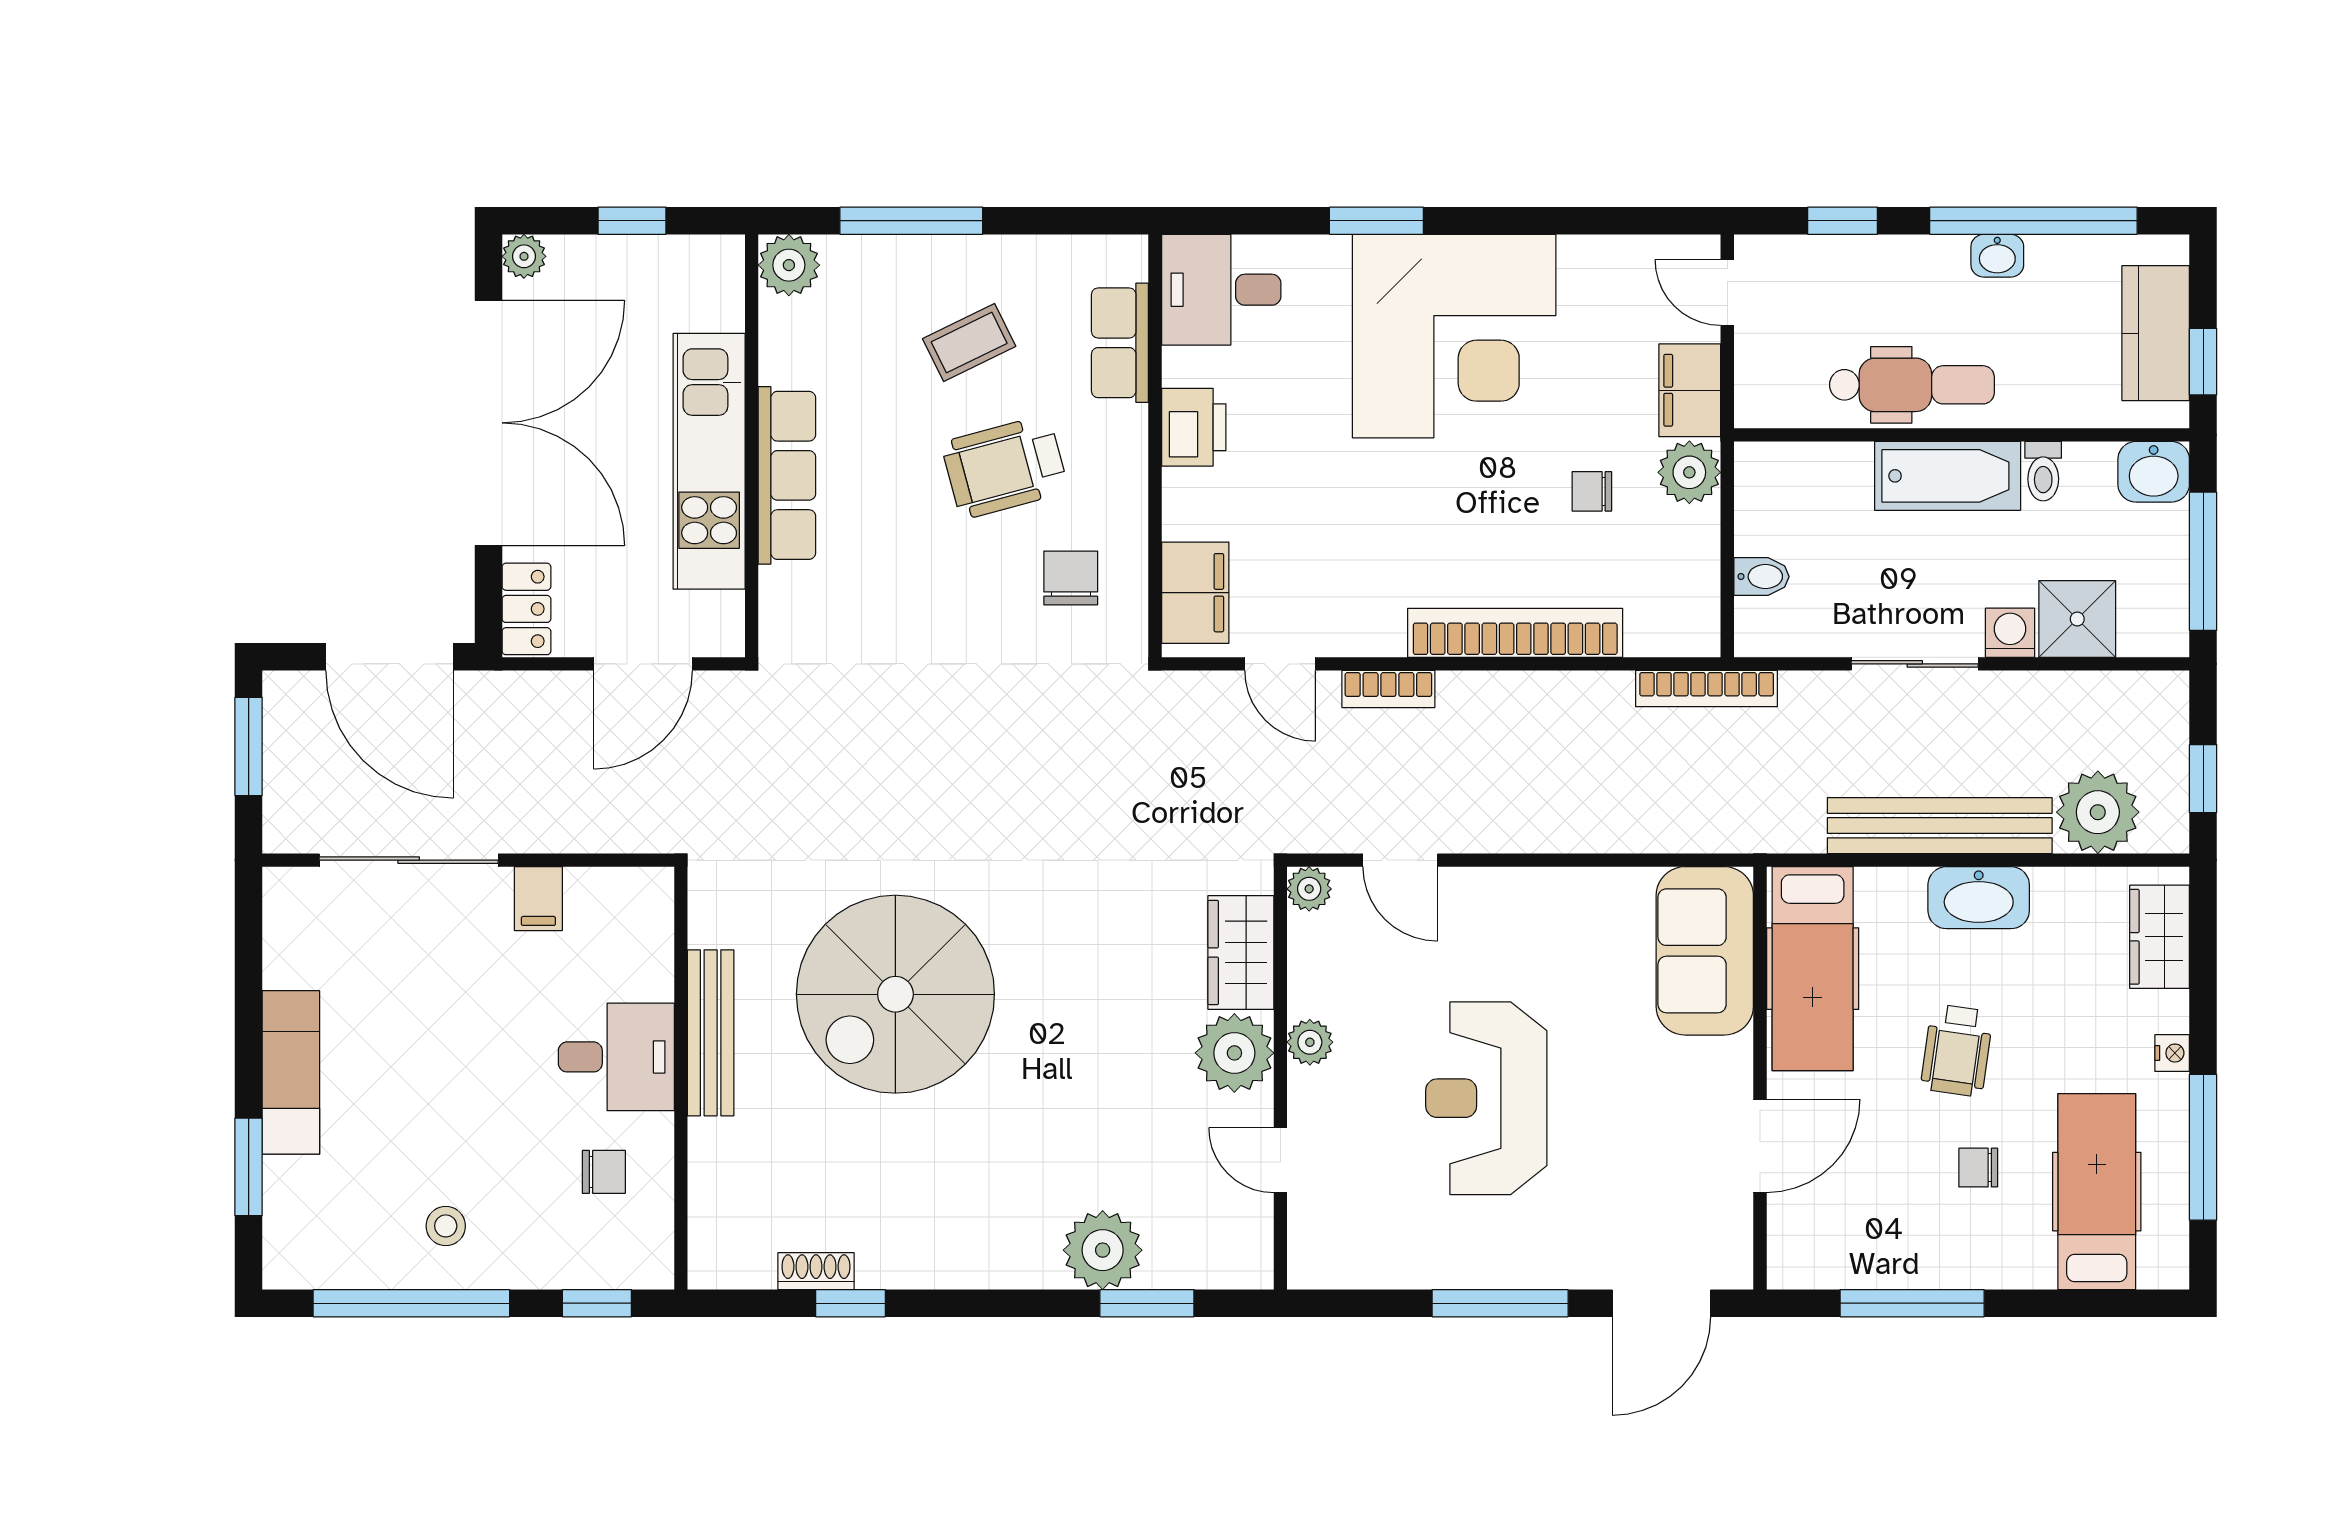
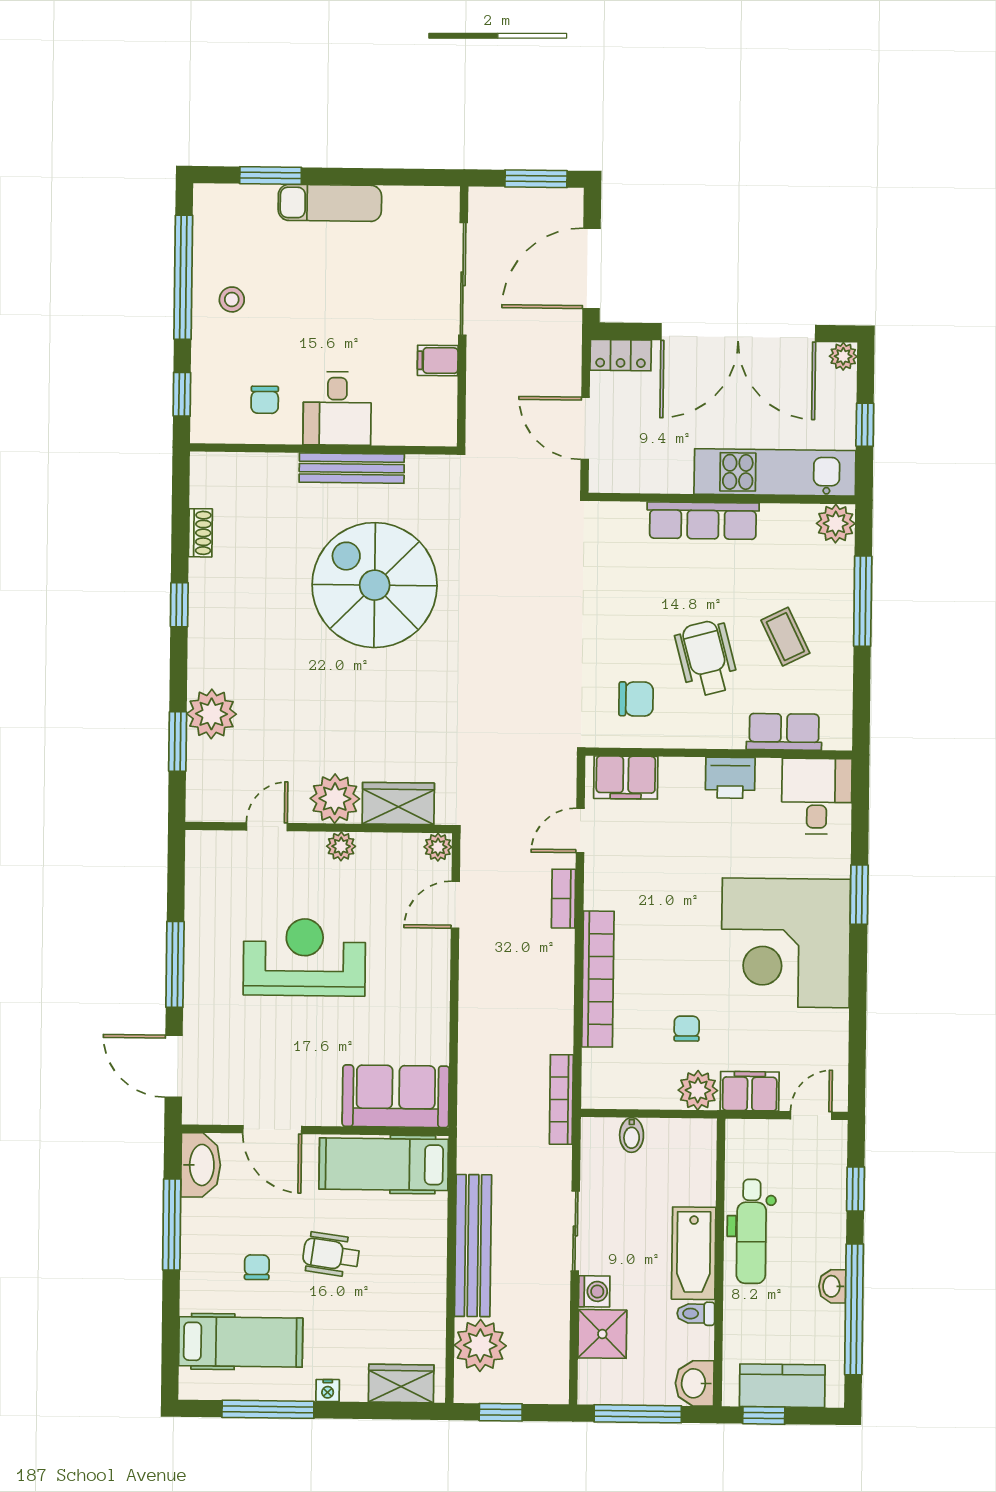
kitchen unit: (709, 461) -> (775, 472), moved
washbasin: (1979, 898) -> (201, 1165), moved, turned 180
window: (850, 1303) -> (179, 605), moved

